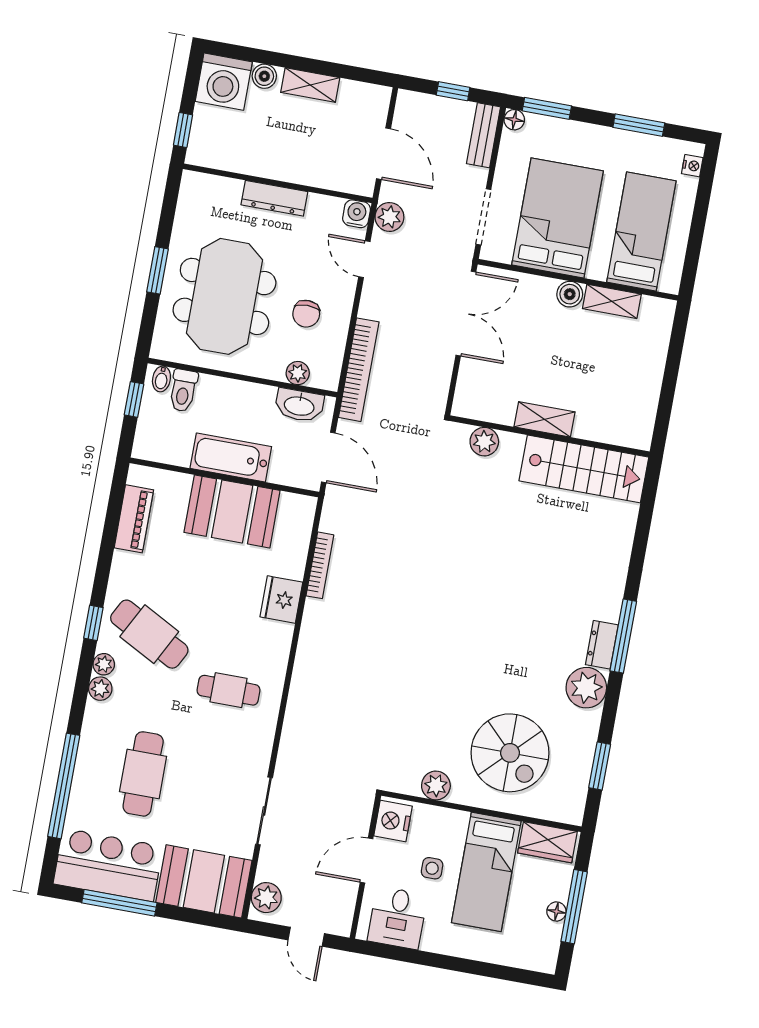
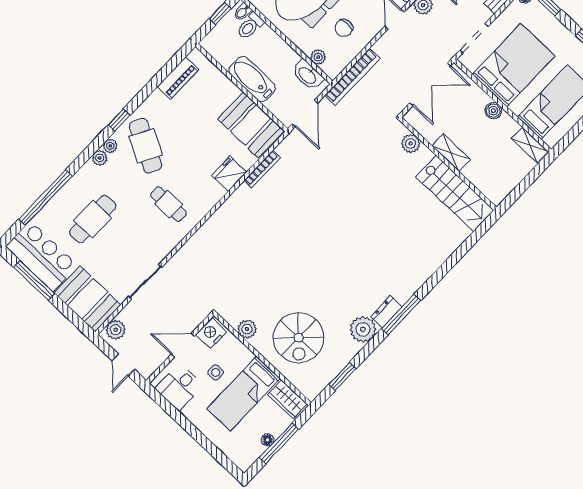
shelving: (612, 301) -> (530, 145), moved
shelving: (545, 419) -> (451, 153), moved
wall: (549, 436) -> (448, 164), moved
plant: (484, 442) -> (411, 143), moved
stairs: (584, 469) -> (455, 194), moved
booth: (232, 511) -> (251, 125), moved

